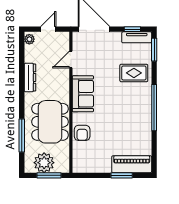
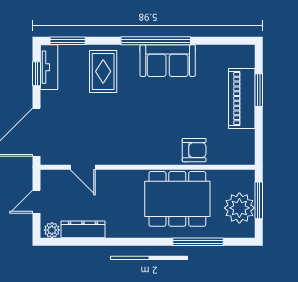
door: (48, 29) -> (37, 202), hinge flipped
dresser: (30, 77) -> (83, 229), moved
sofa: (83, 94) -> (168, 61), moved, turned 180
piano: (132, 164) -> (242, 98), moved

